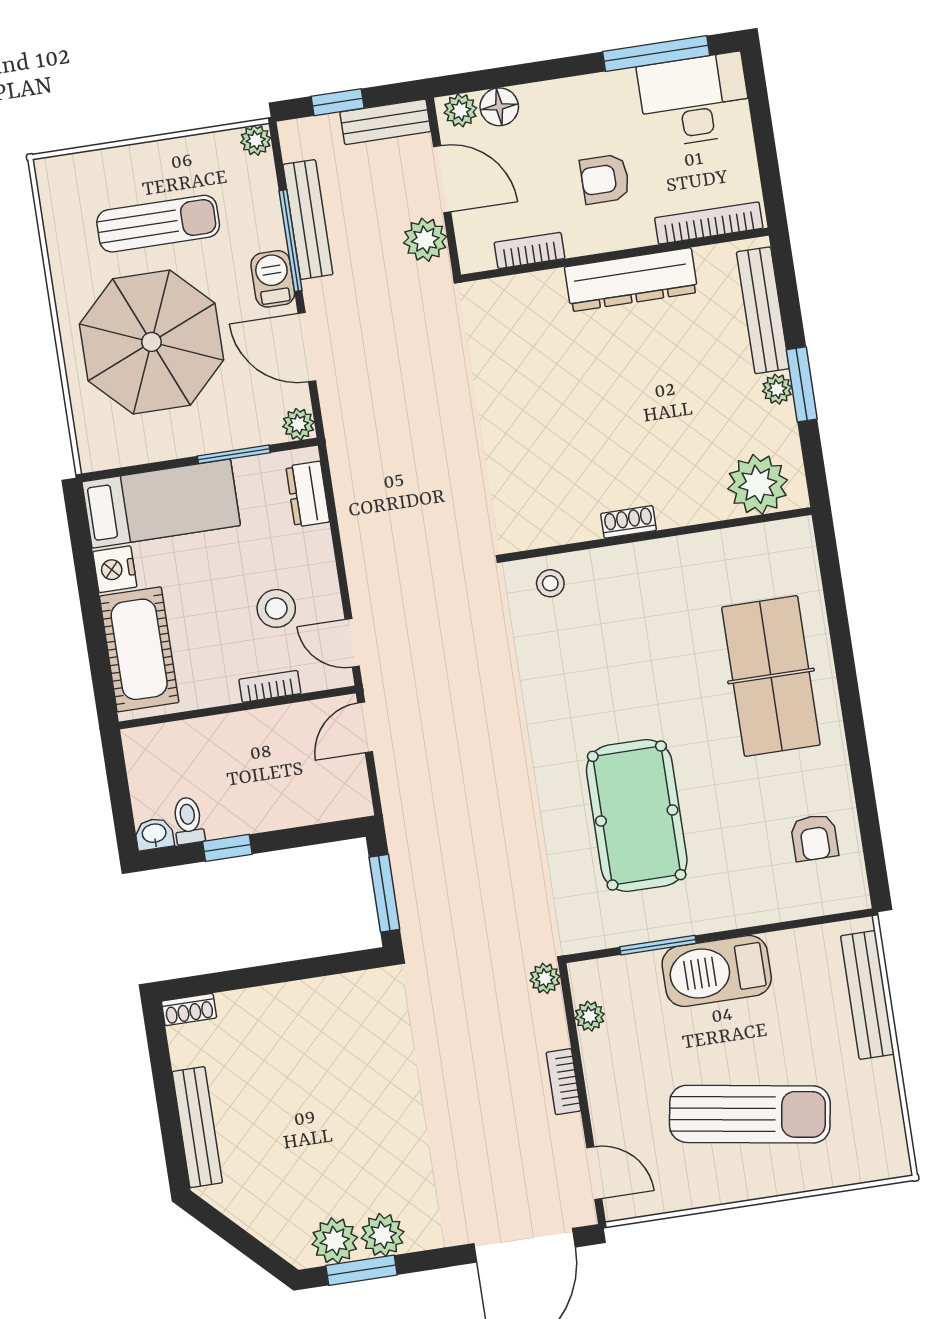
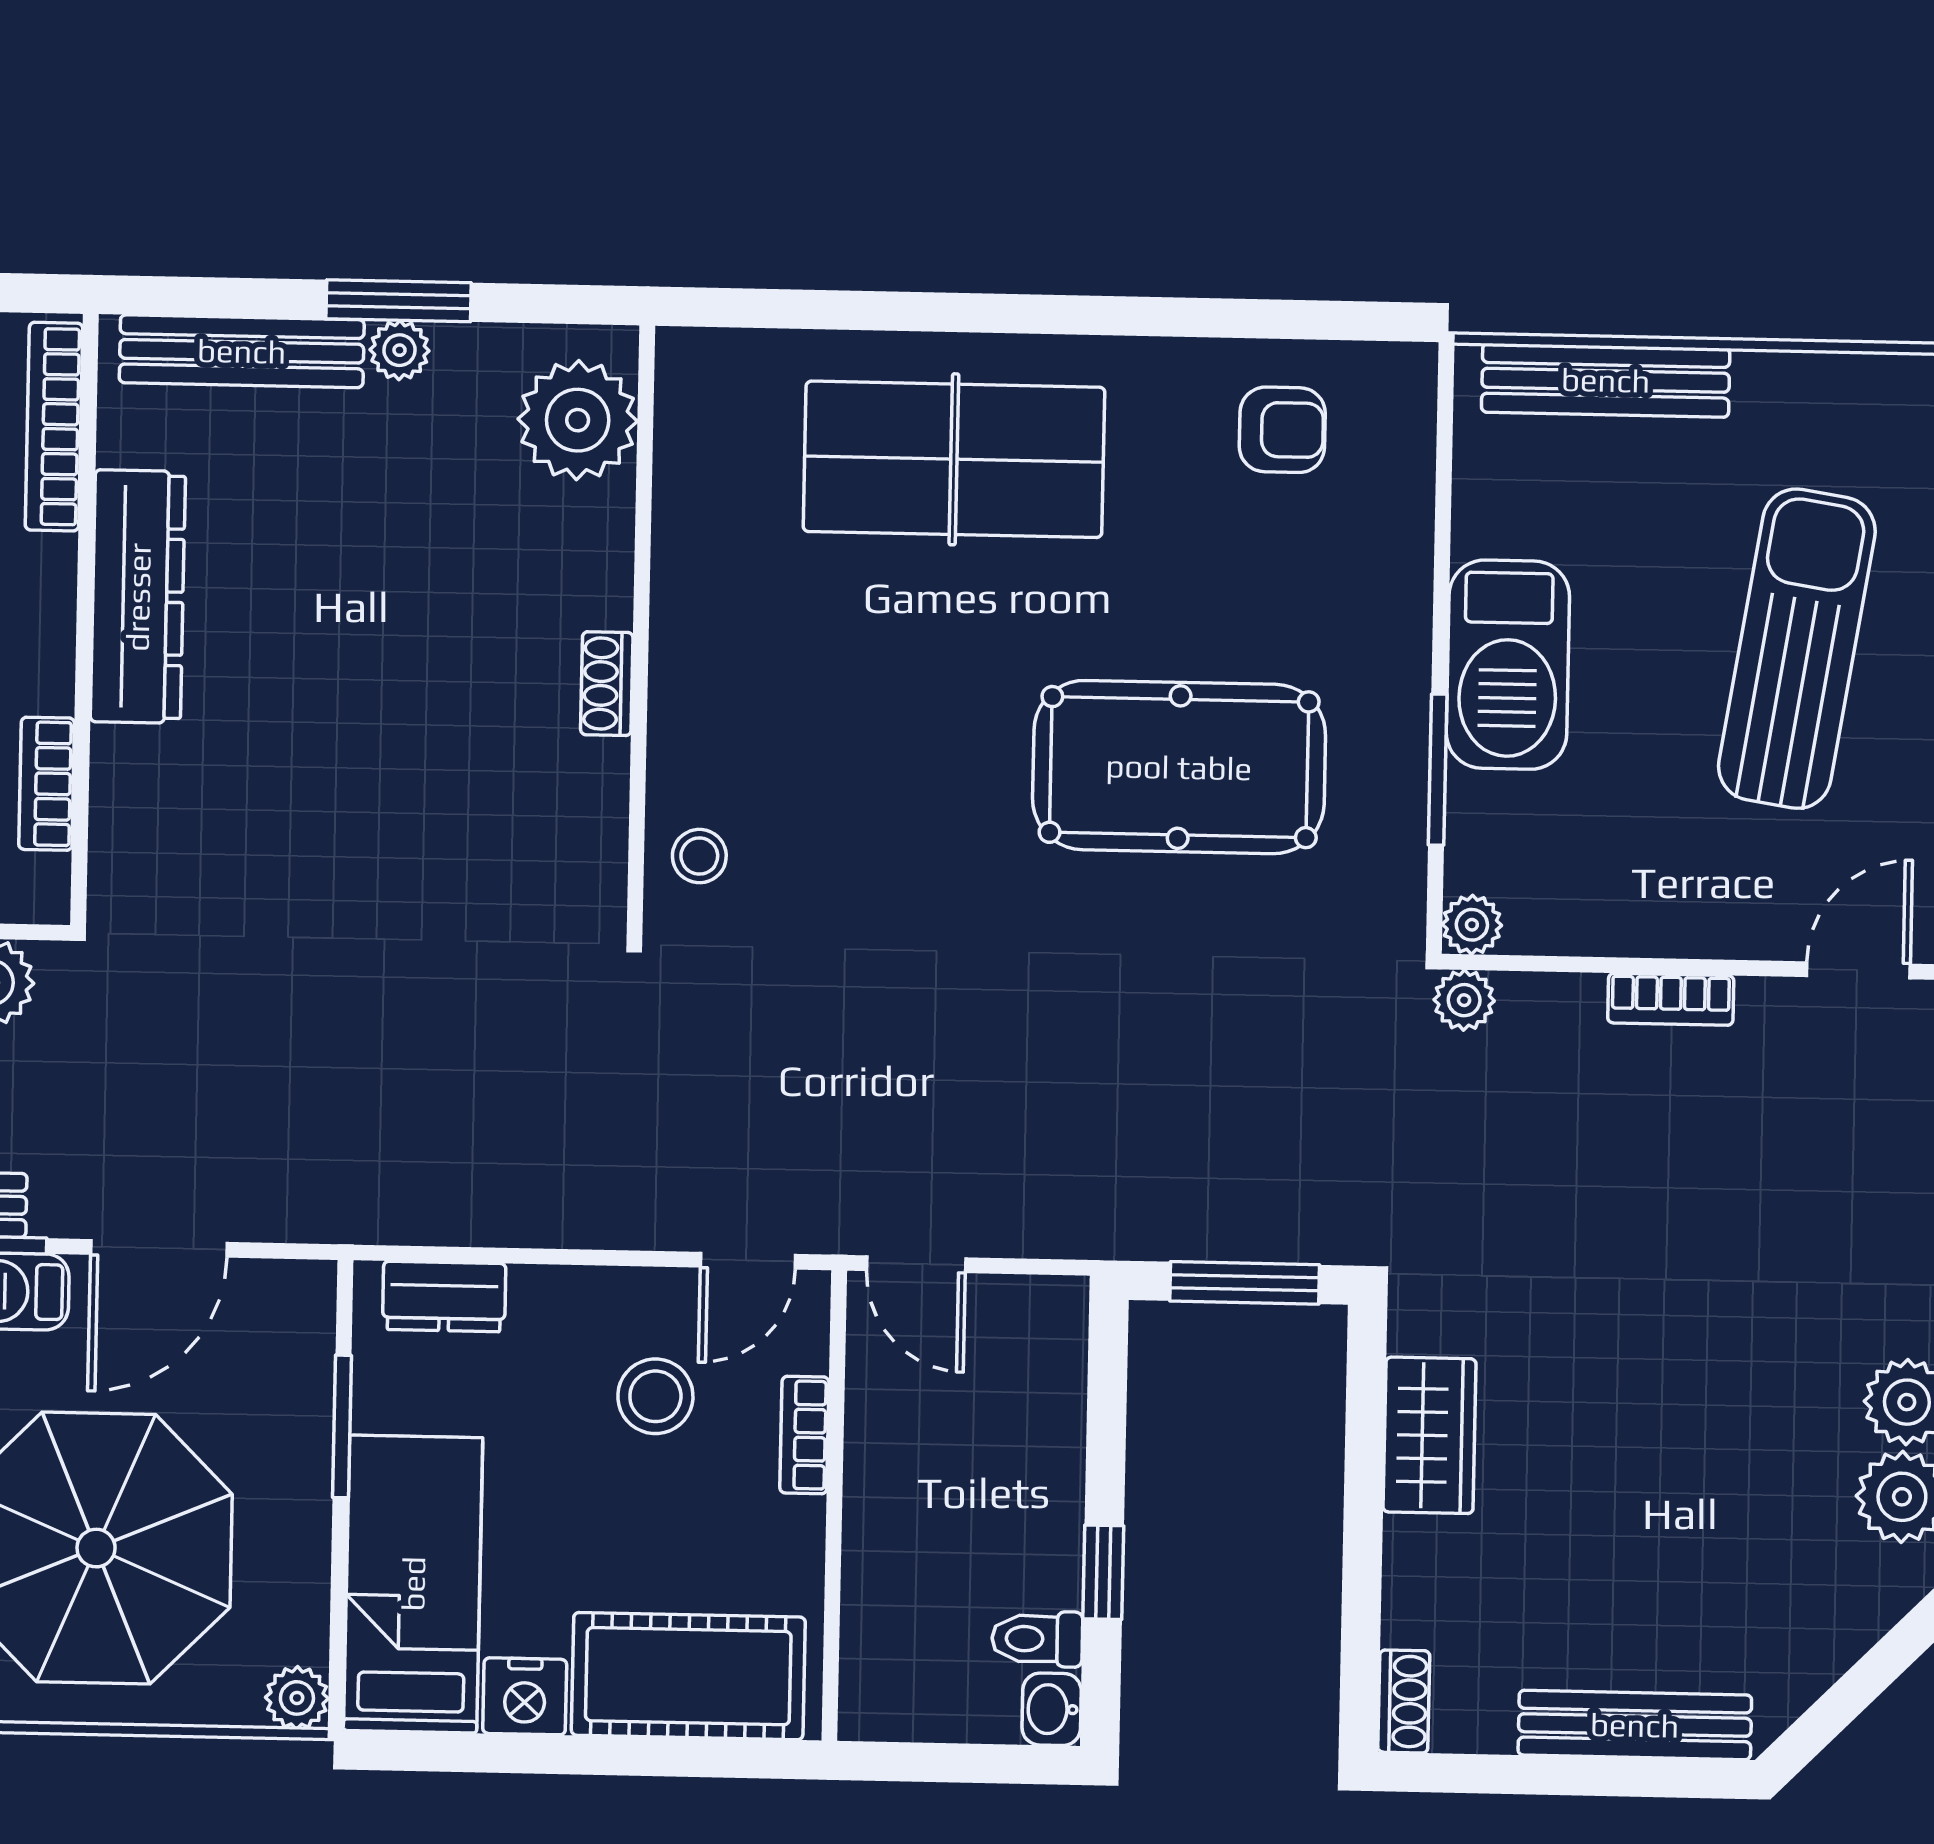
plant: (298, 424) -> (297, 1698), moved
wardrobe: (324, 999) -> (1429, 1435), added
plant: (590, 1016) -> (1472, 925), moved

